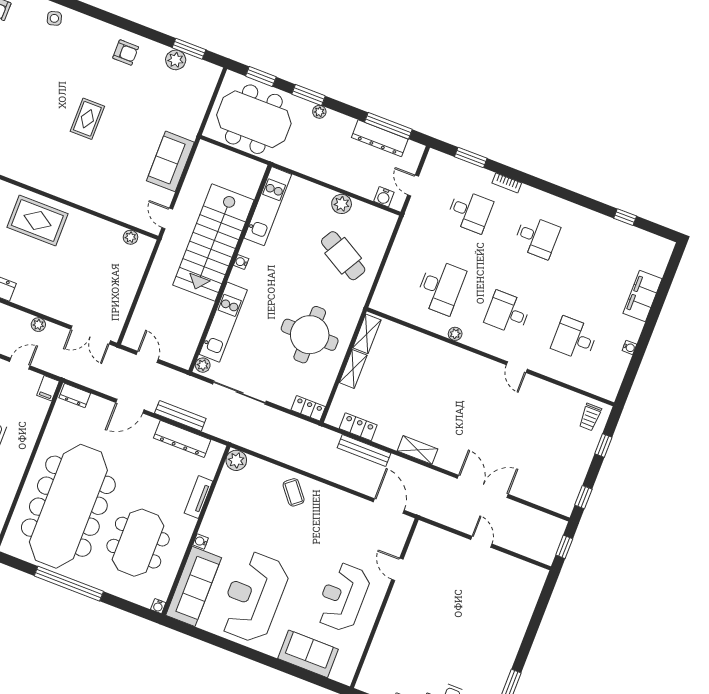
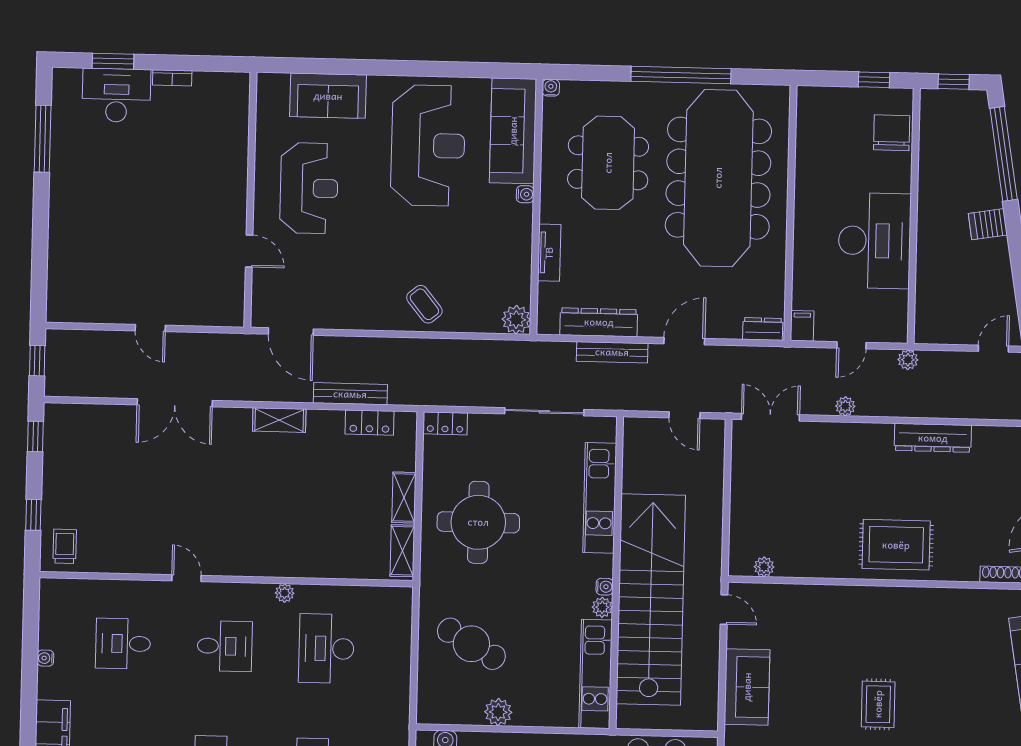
stairs: (213, 242) -> (651, 599), width x1.36
desk: (574, 339) -> (123, 644), turned 180
plant: (203, 365) -> (602, 607), moved

